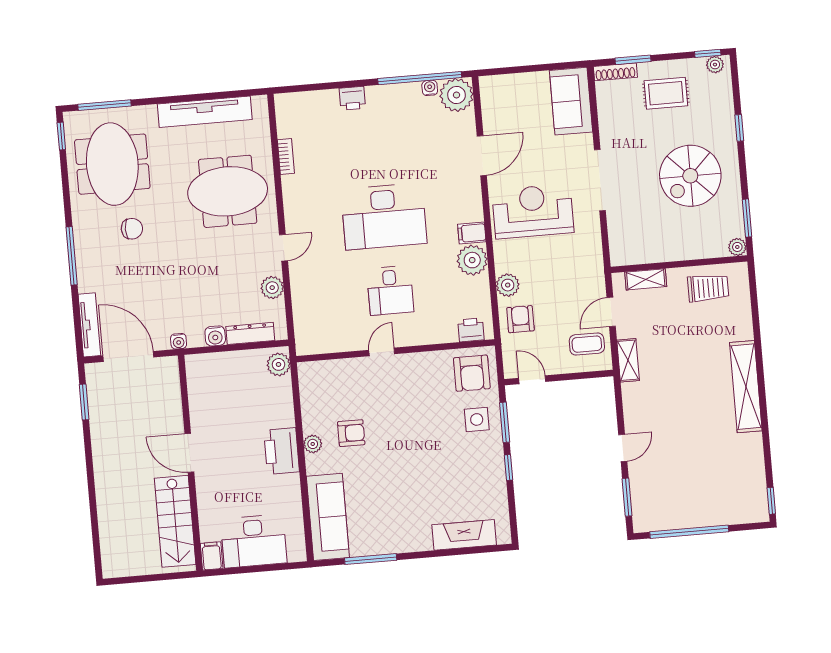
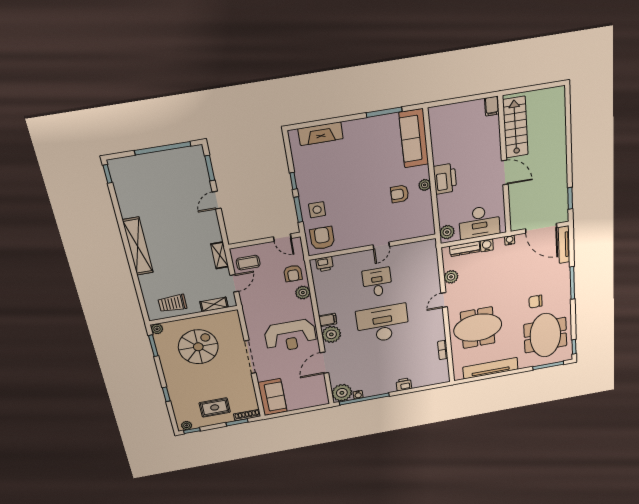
spiral stairs: (690, 176) -> (198, 347), moved
plant: (472, 260) -> (331, 334), moved
desk: (254, 541) -> (479, 222), moved, turned 180

